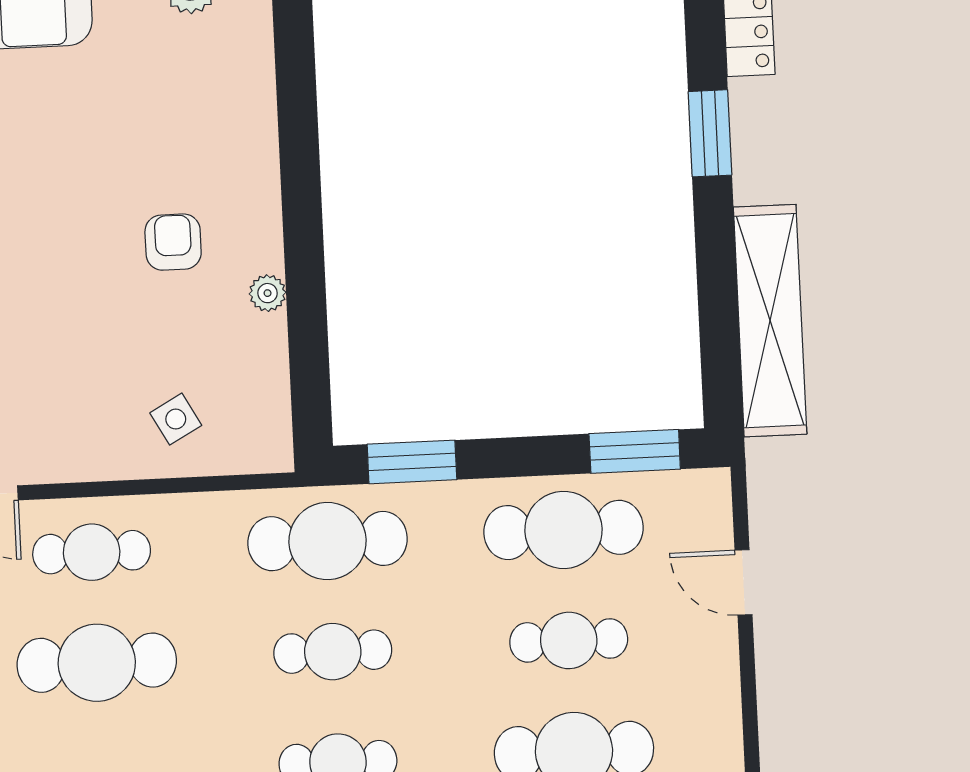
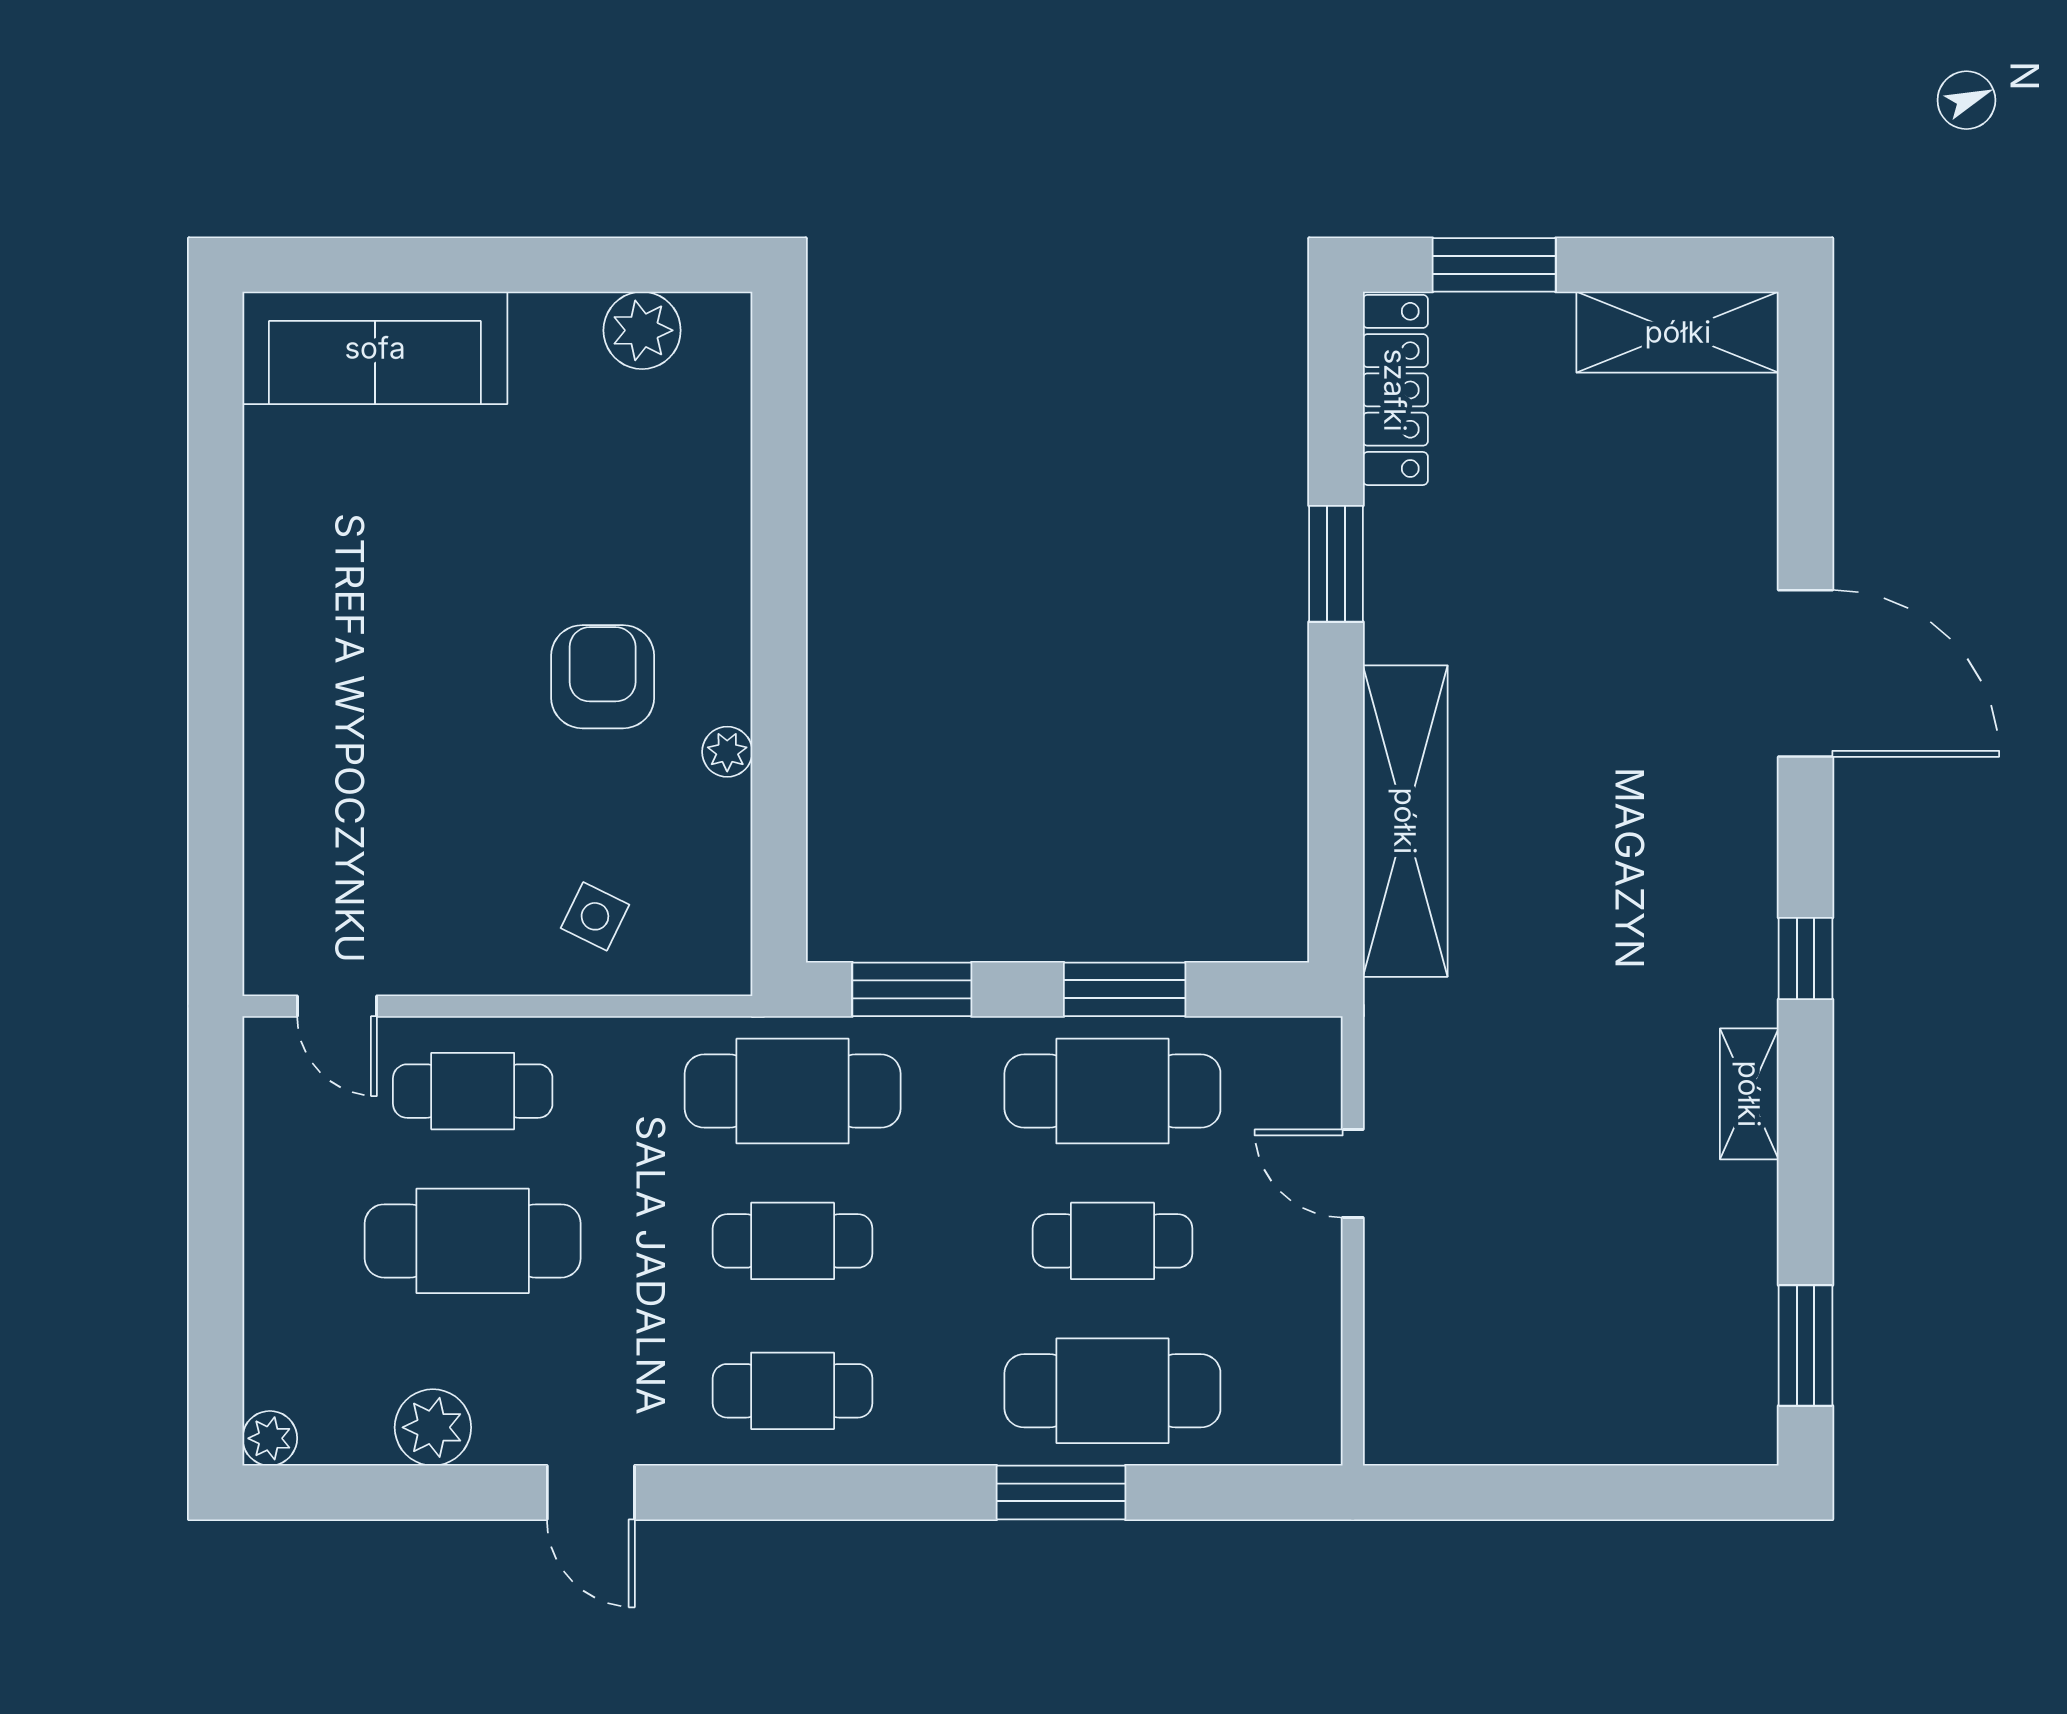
armchair: (173, 242) -> (603, 677), width x1.38, depth x1.38
side table: (176, 419) -> (595, 916), turned -35
window: (635, 451) -> (1125, 989), moved

